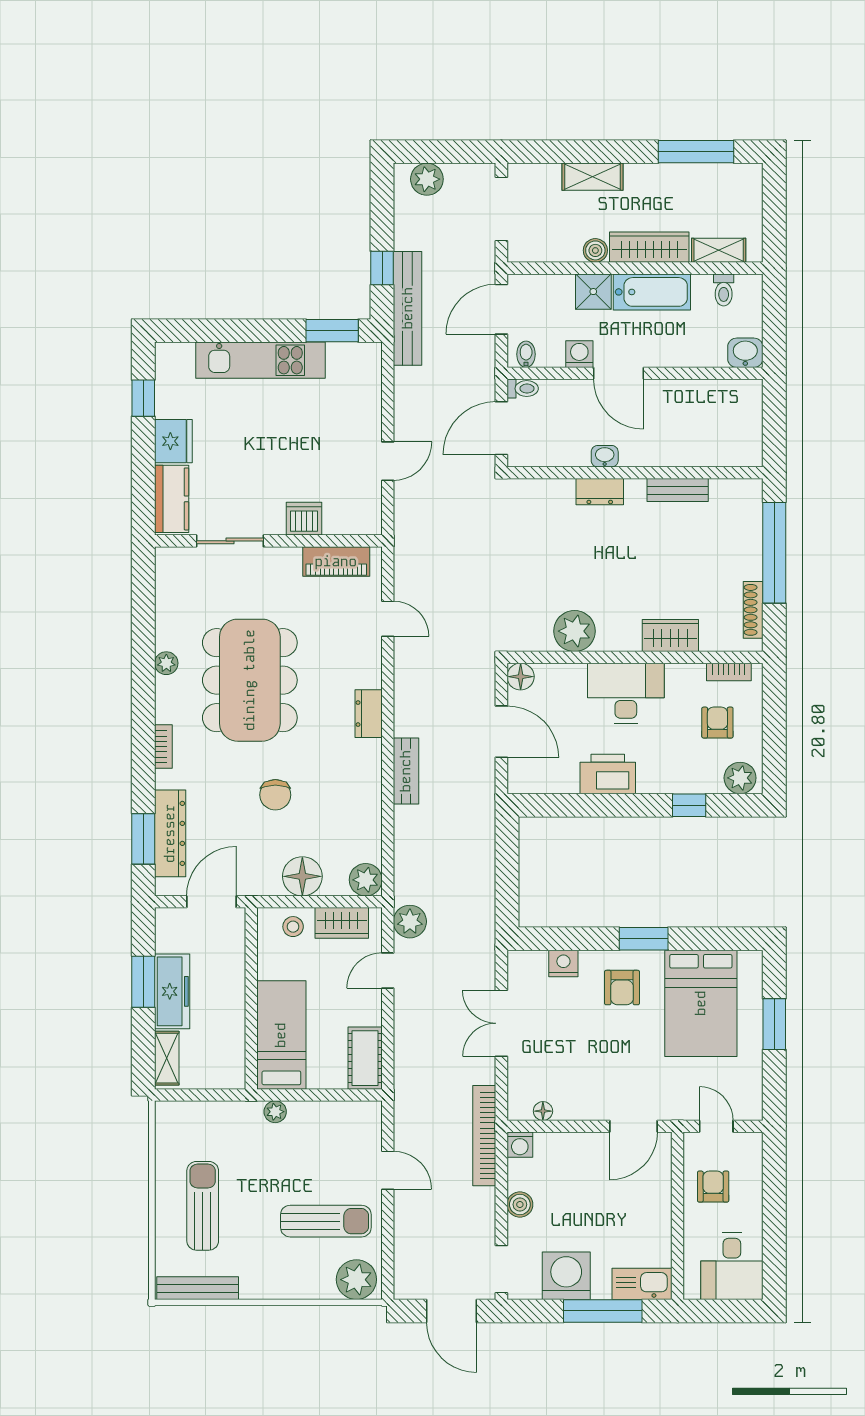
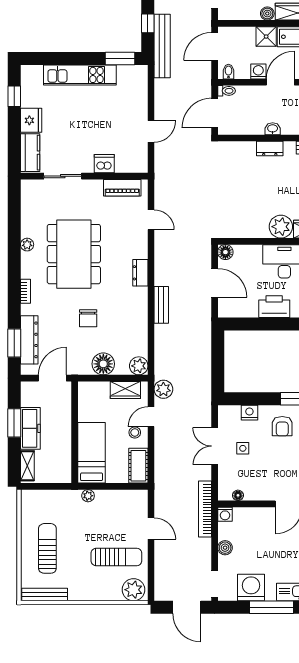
door: (618, 373) -> (280, 82), swing flipped
plant: (575, 631) -> (281, 227), moved
stool: (293, 927) -> (135, 432), moved
side table: (552, 1027) -> (243, 448), added

